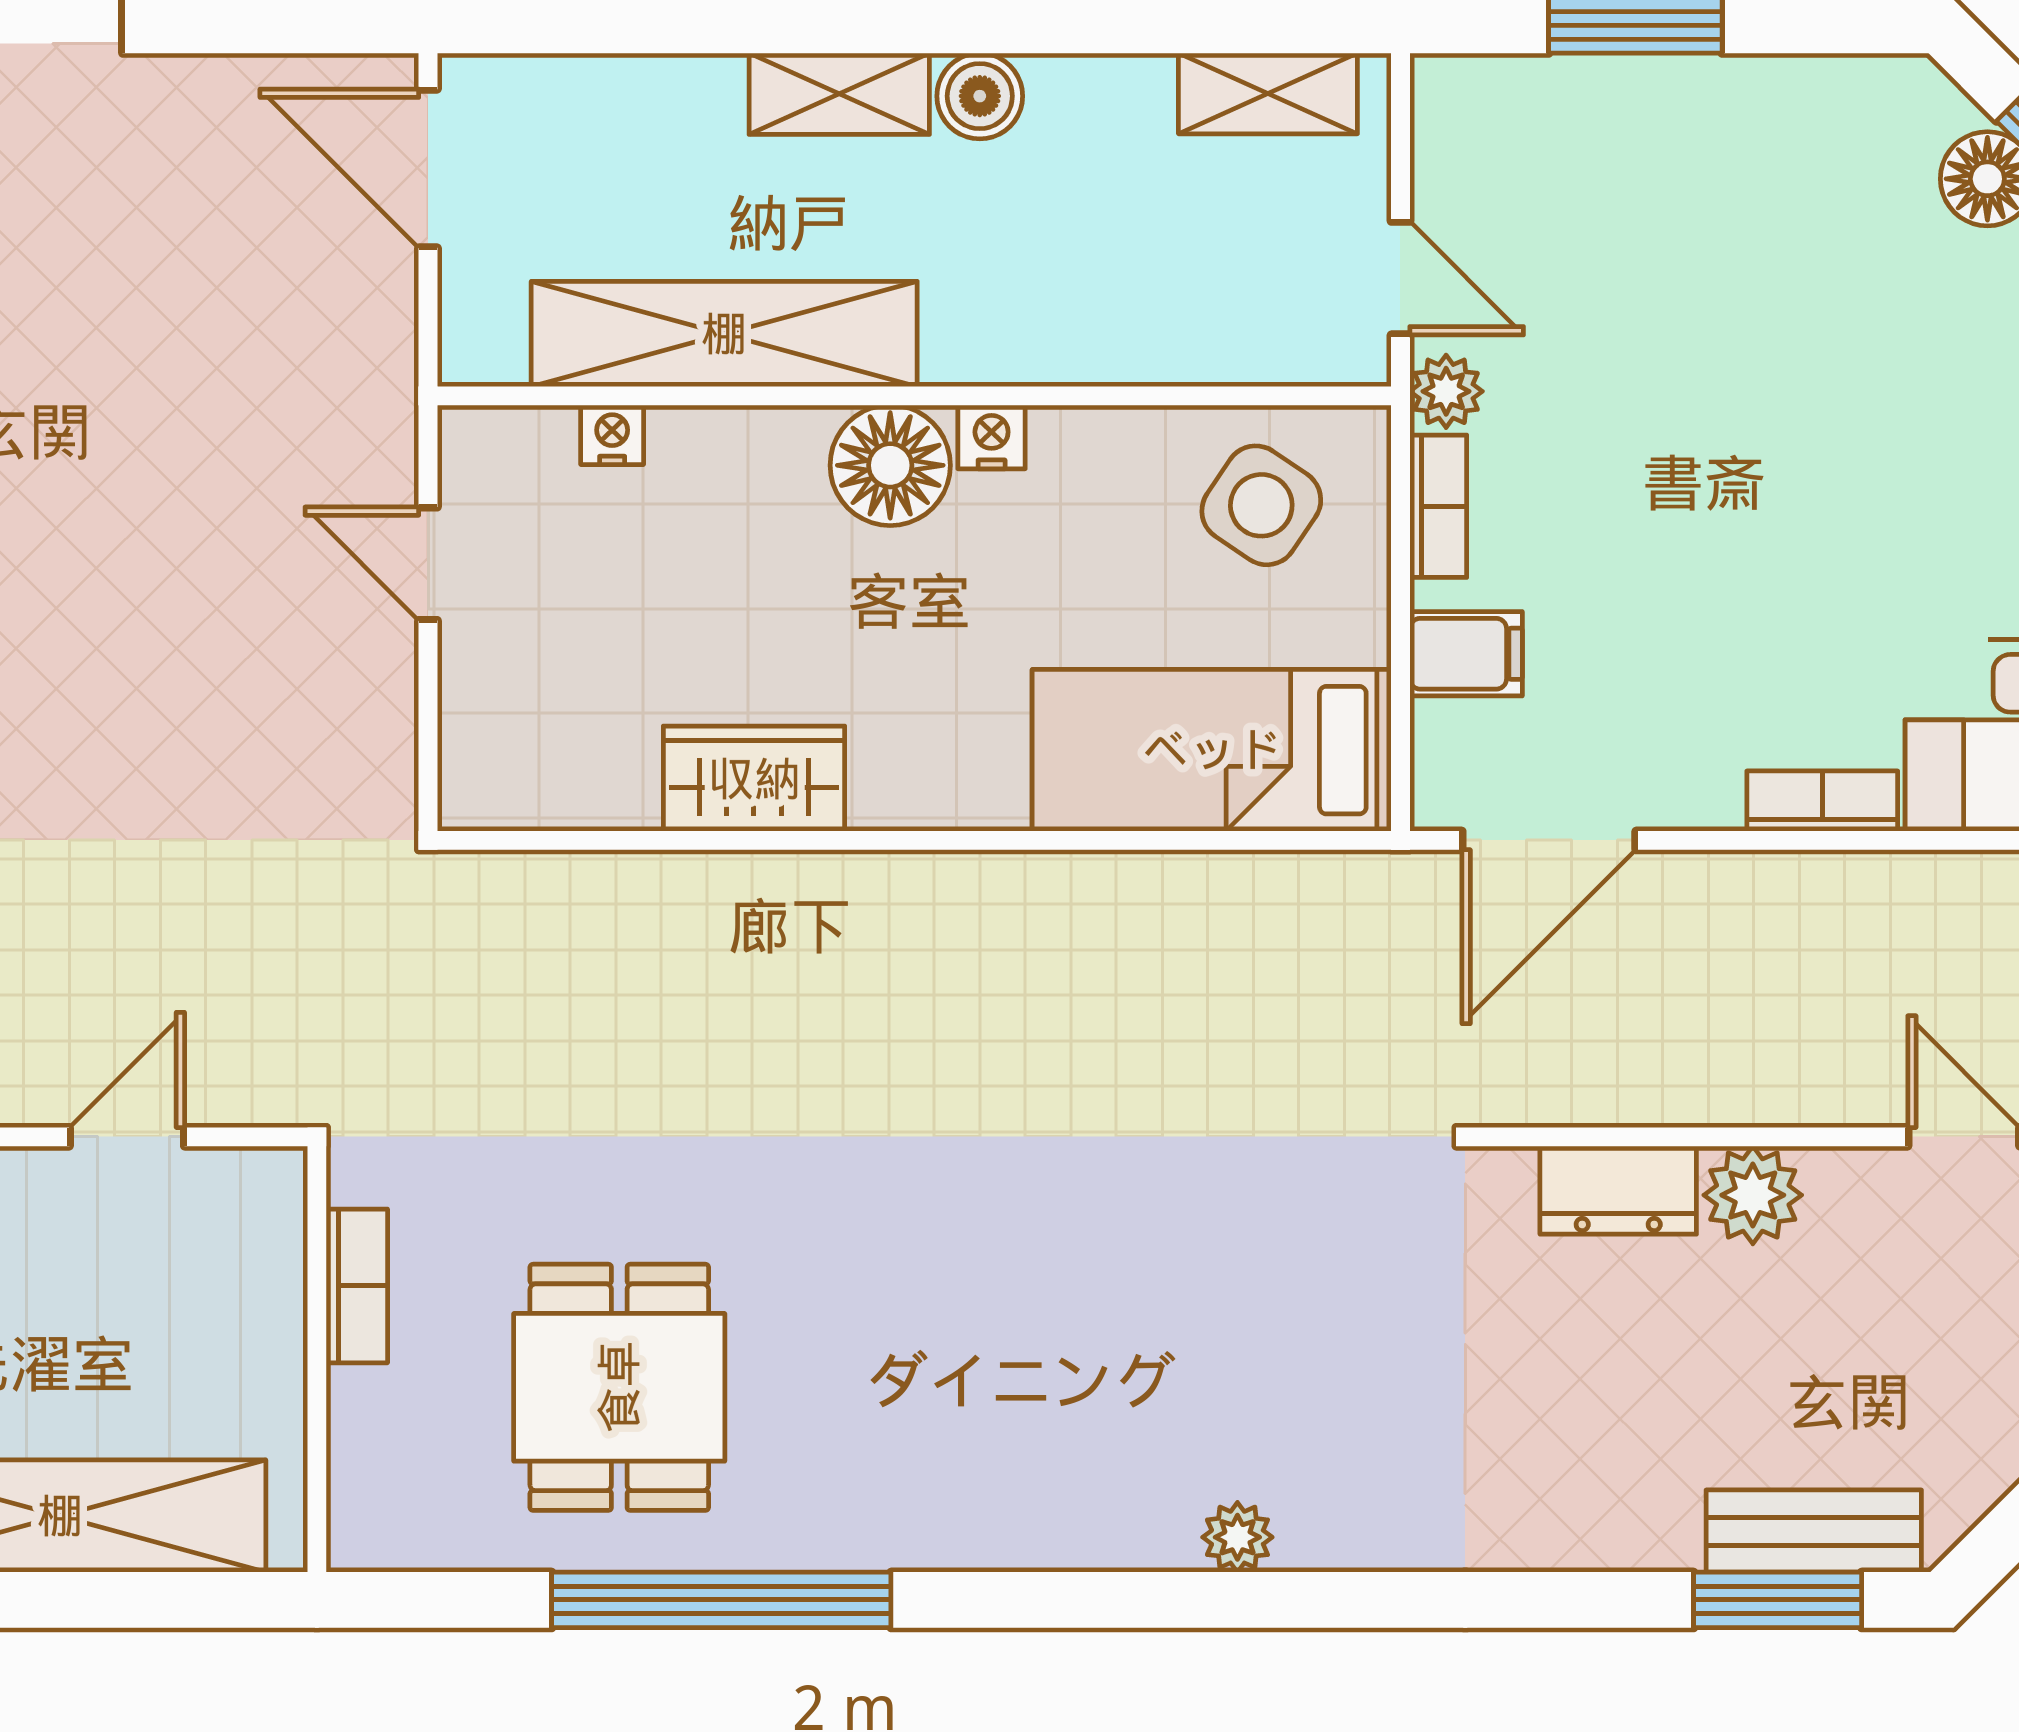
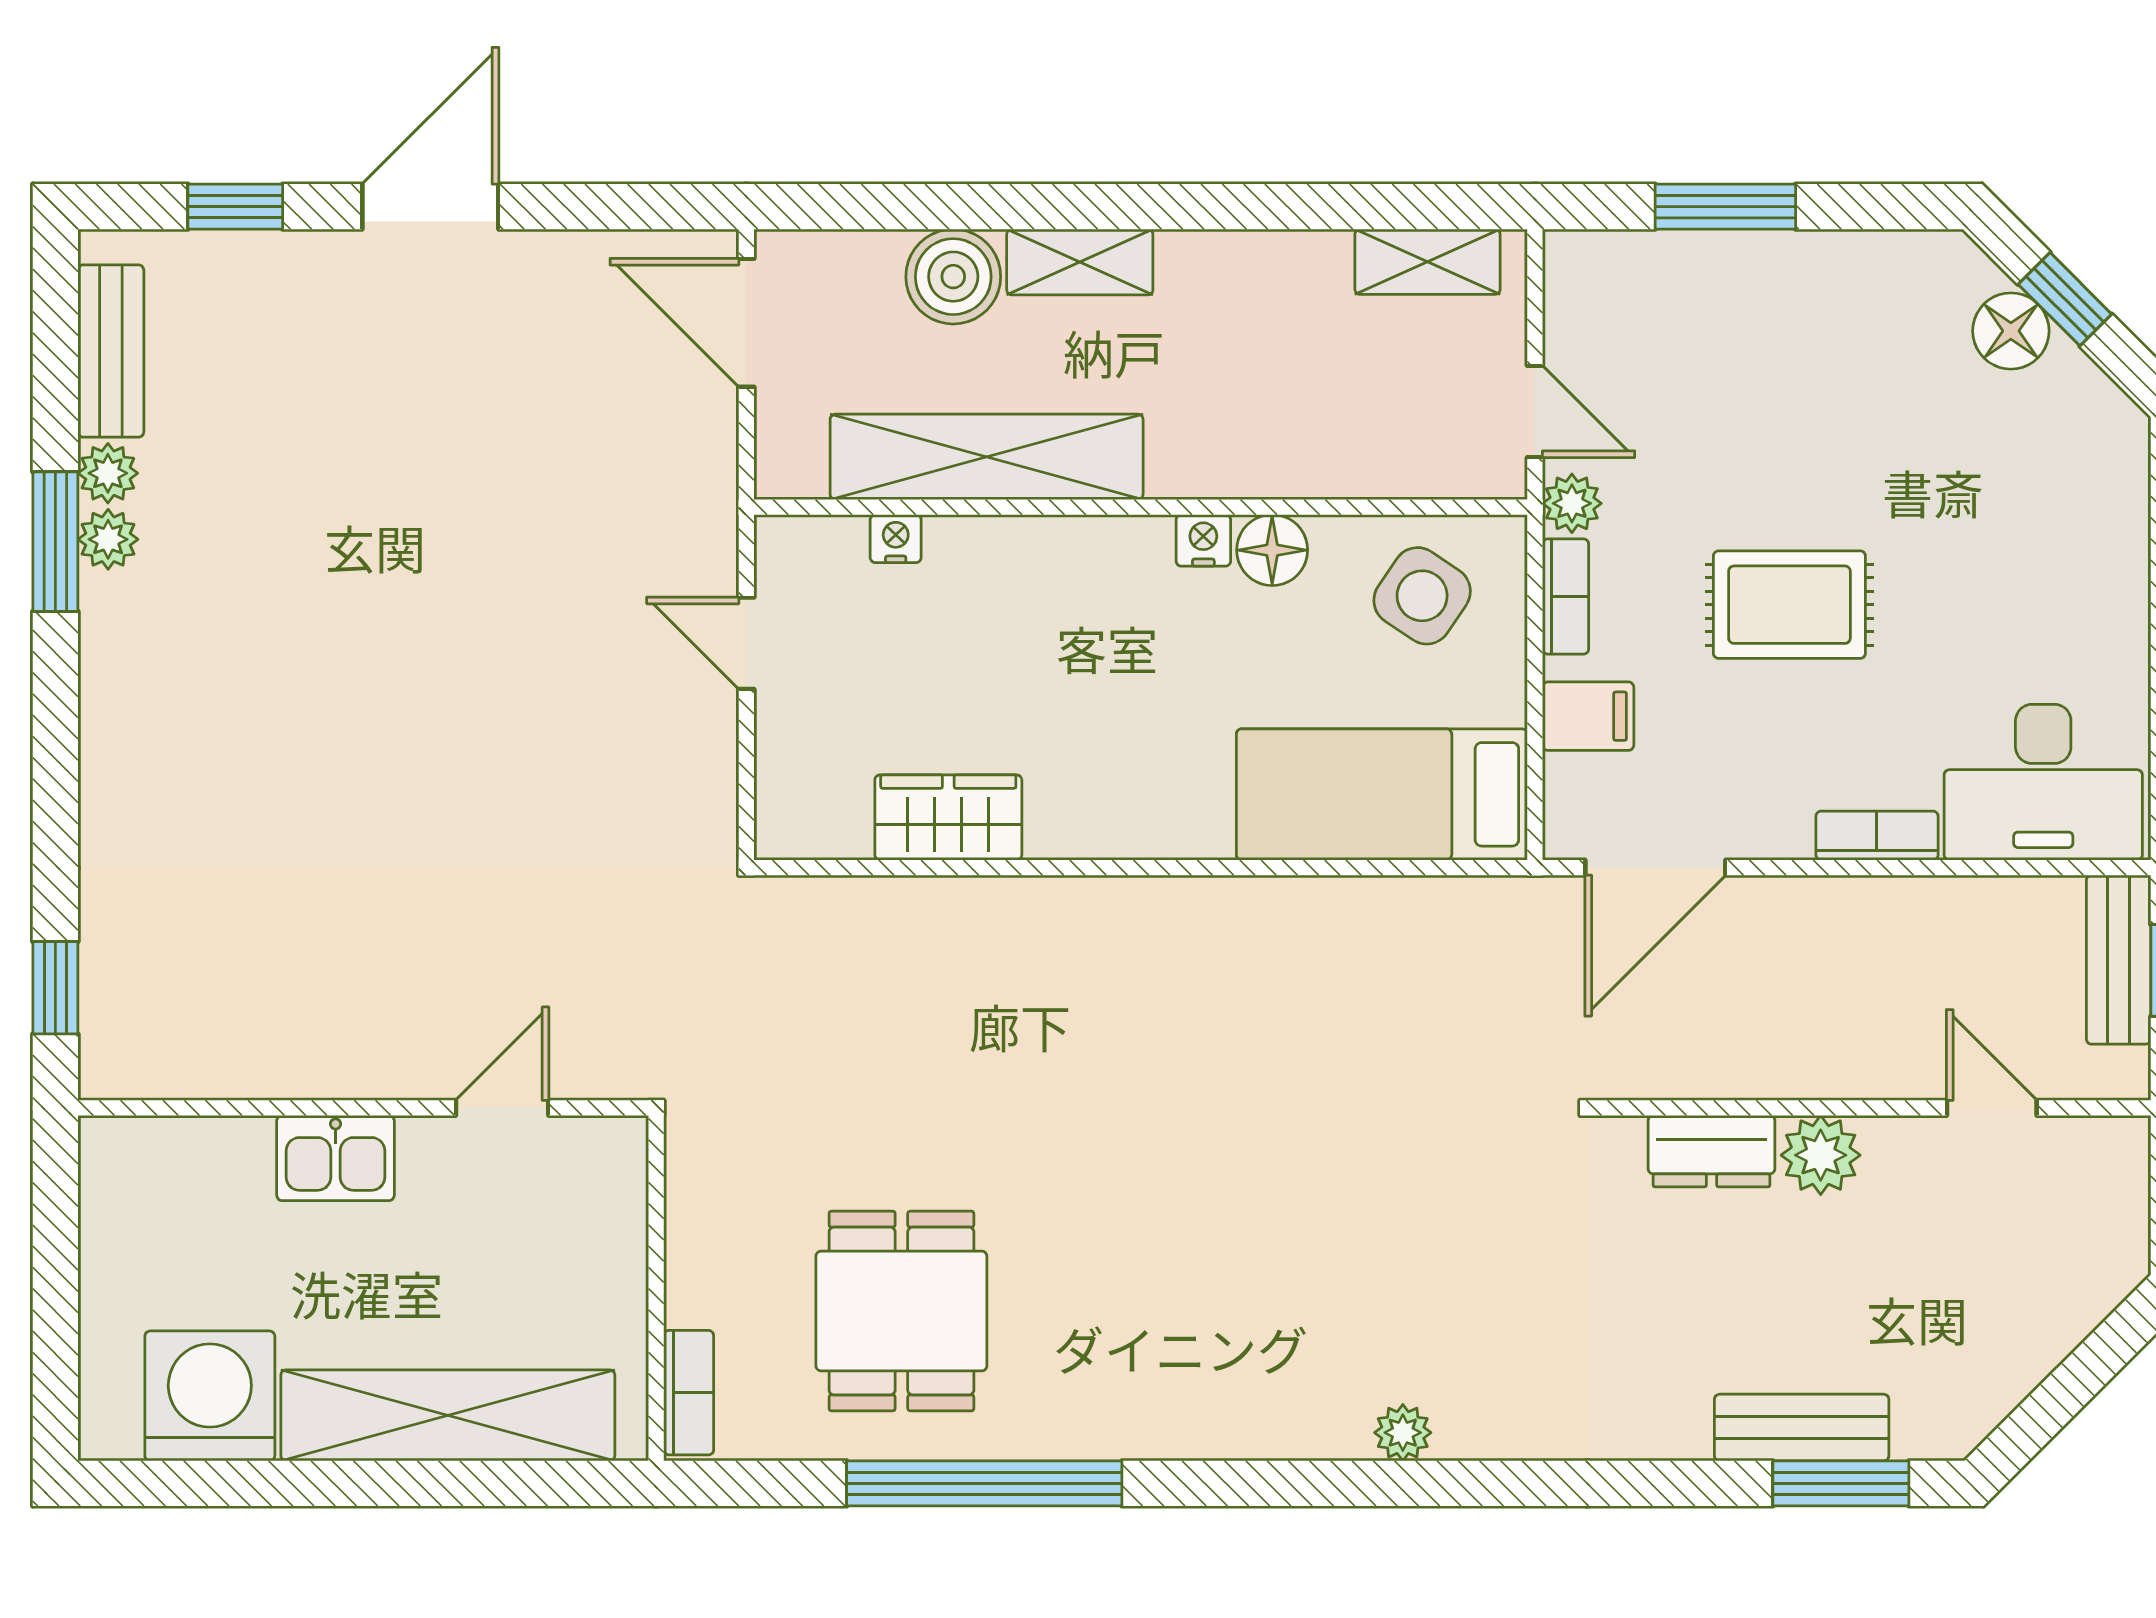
boiler: (980, 96) -> (953, 277), moved, width x1.36, depth x1.36
floor lamp: (890, 465) -> (1272, 550), moved, width x0.73, depth x0.73
rug: (1714, 516) -> (1789, 605), added
wardrobe: (754, 779) -> (948, 817), moved
bookcase: (357, 1286) -> (689, 1393), moved
bench: (1814, 1531) -> (1802, 1428), moved

